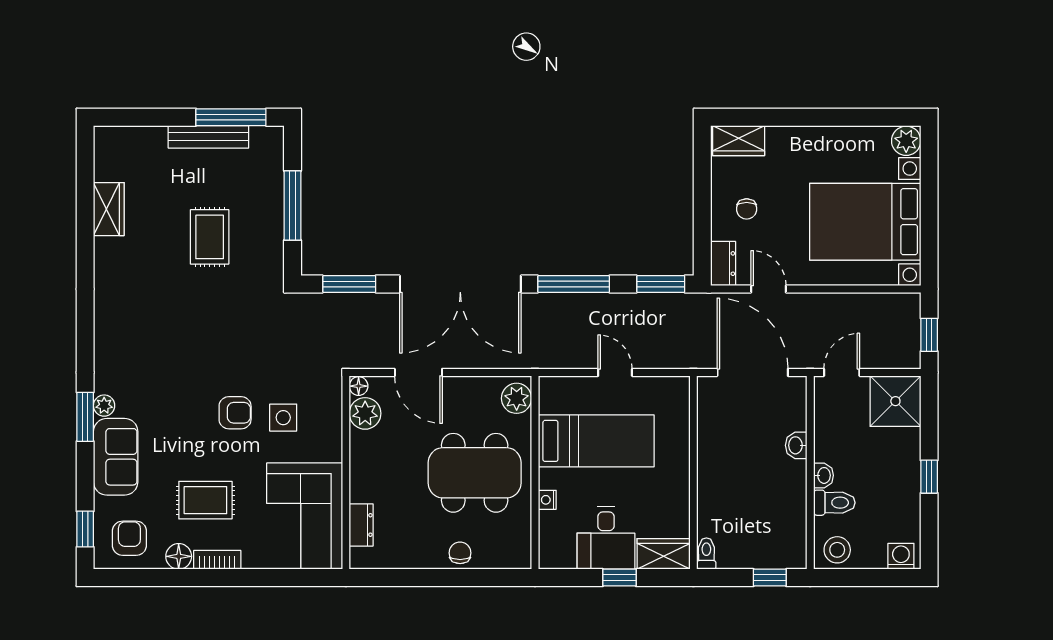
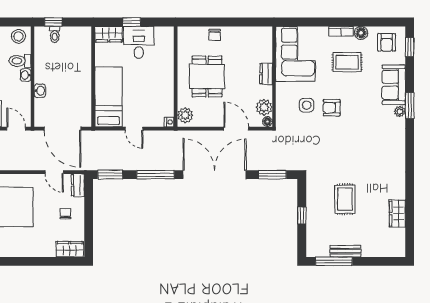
bench: (208, 137) -> (346, 251), width x0.73
window: (293, 205) -> (302, 215), width x0.46
door: (842, 372) -> (16, 129), swing flipped
bed: (596, 441) -> (109, 97), moved, turned 90
dining table: (475, 473) -> (207, 76), width x0.73
nightstand: (547, 500) -> (169, 122), moved
dresser: (361, 525) -> (266, 74), moved
toilet: (706, 554) -> (55, 34), moved

